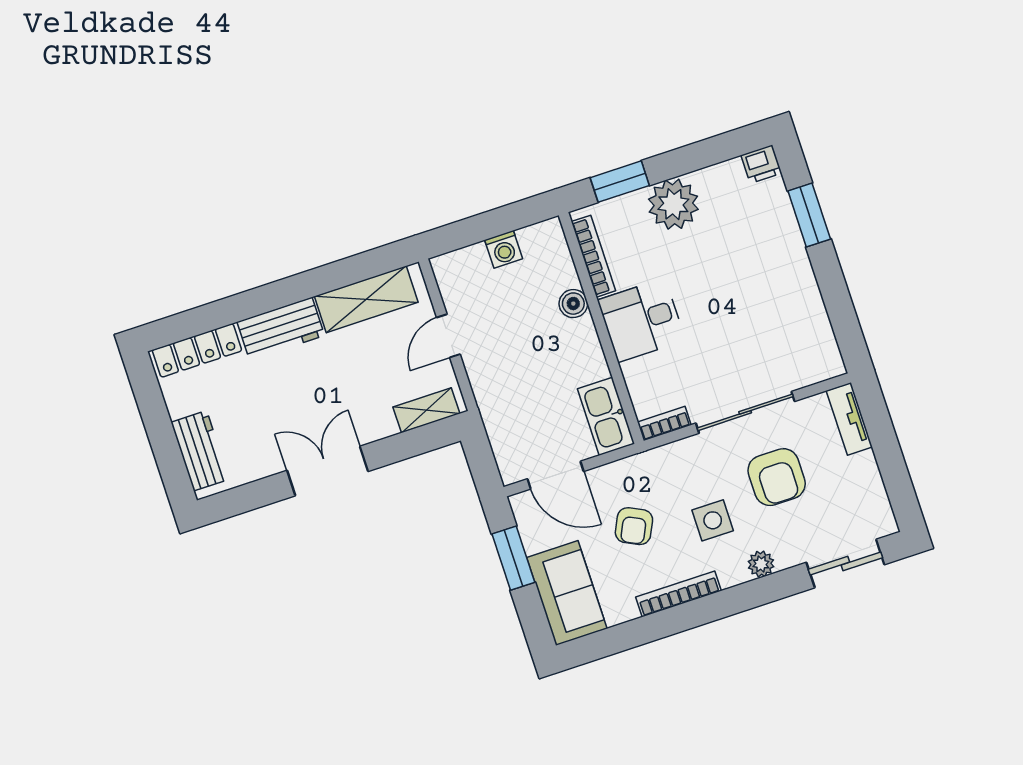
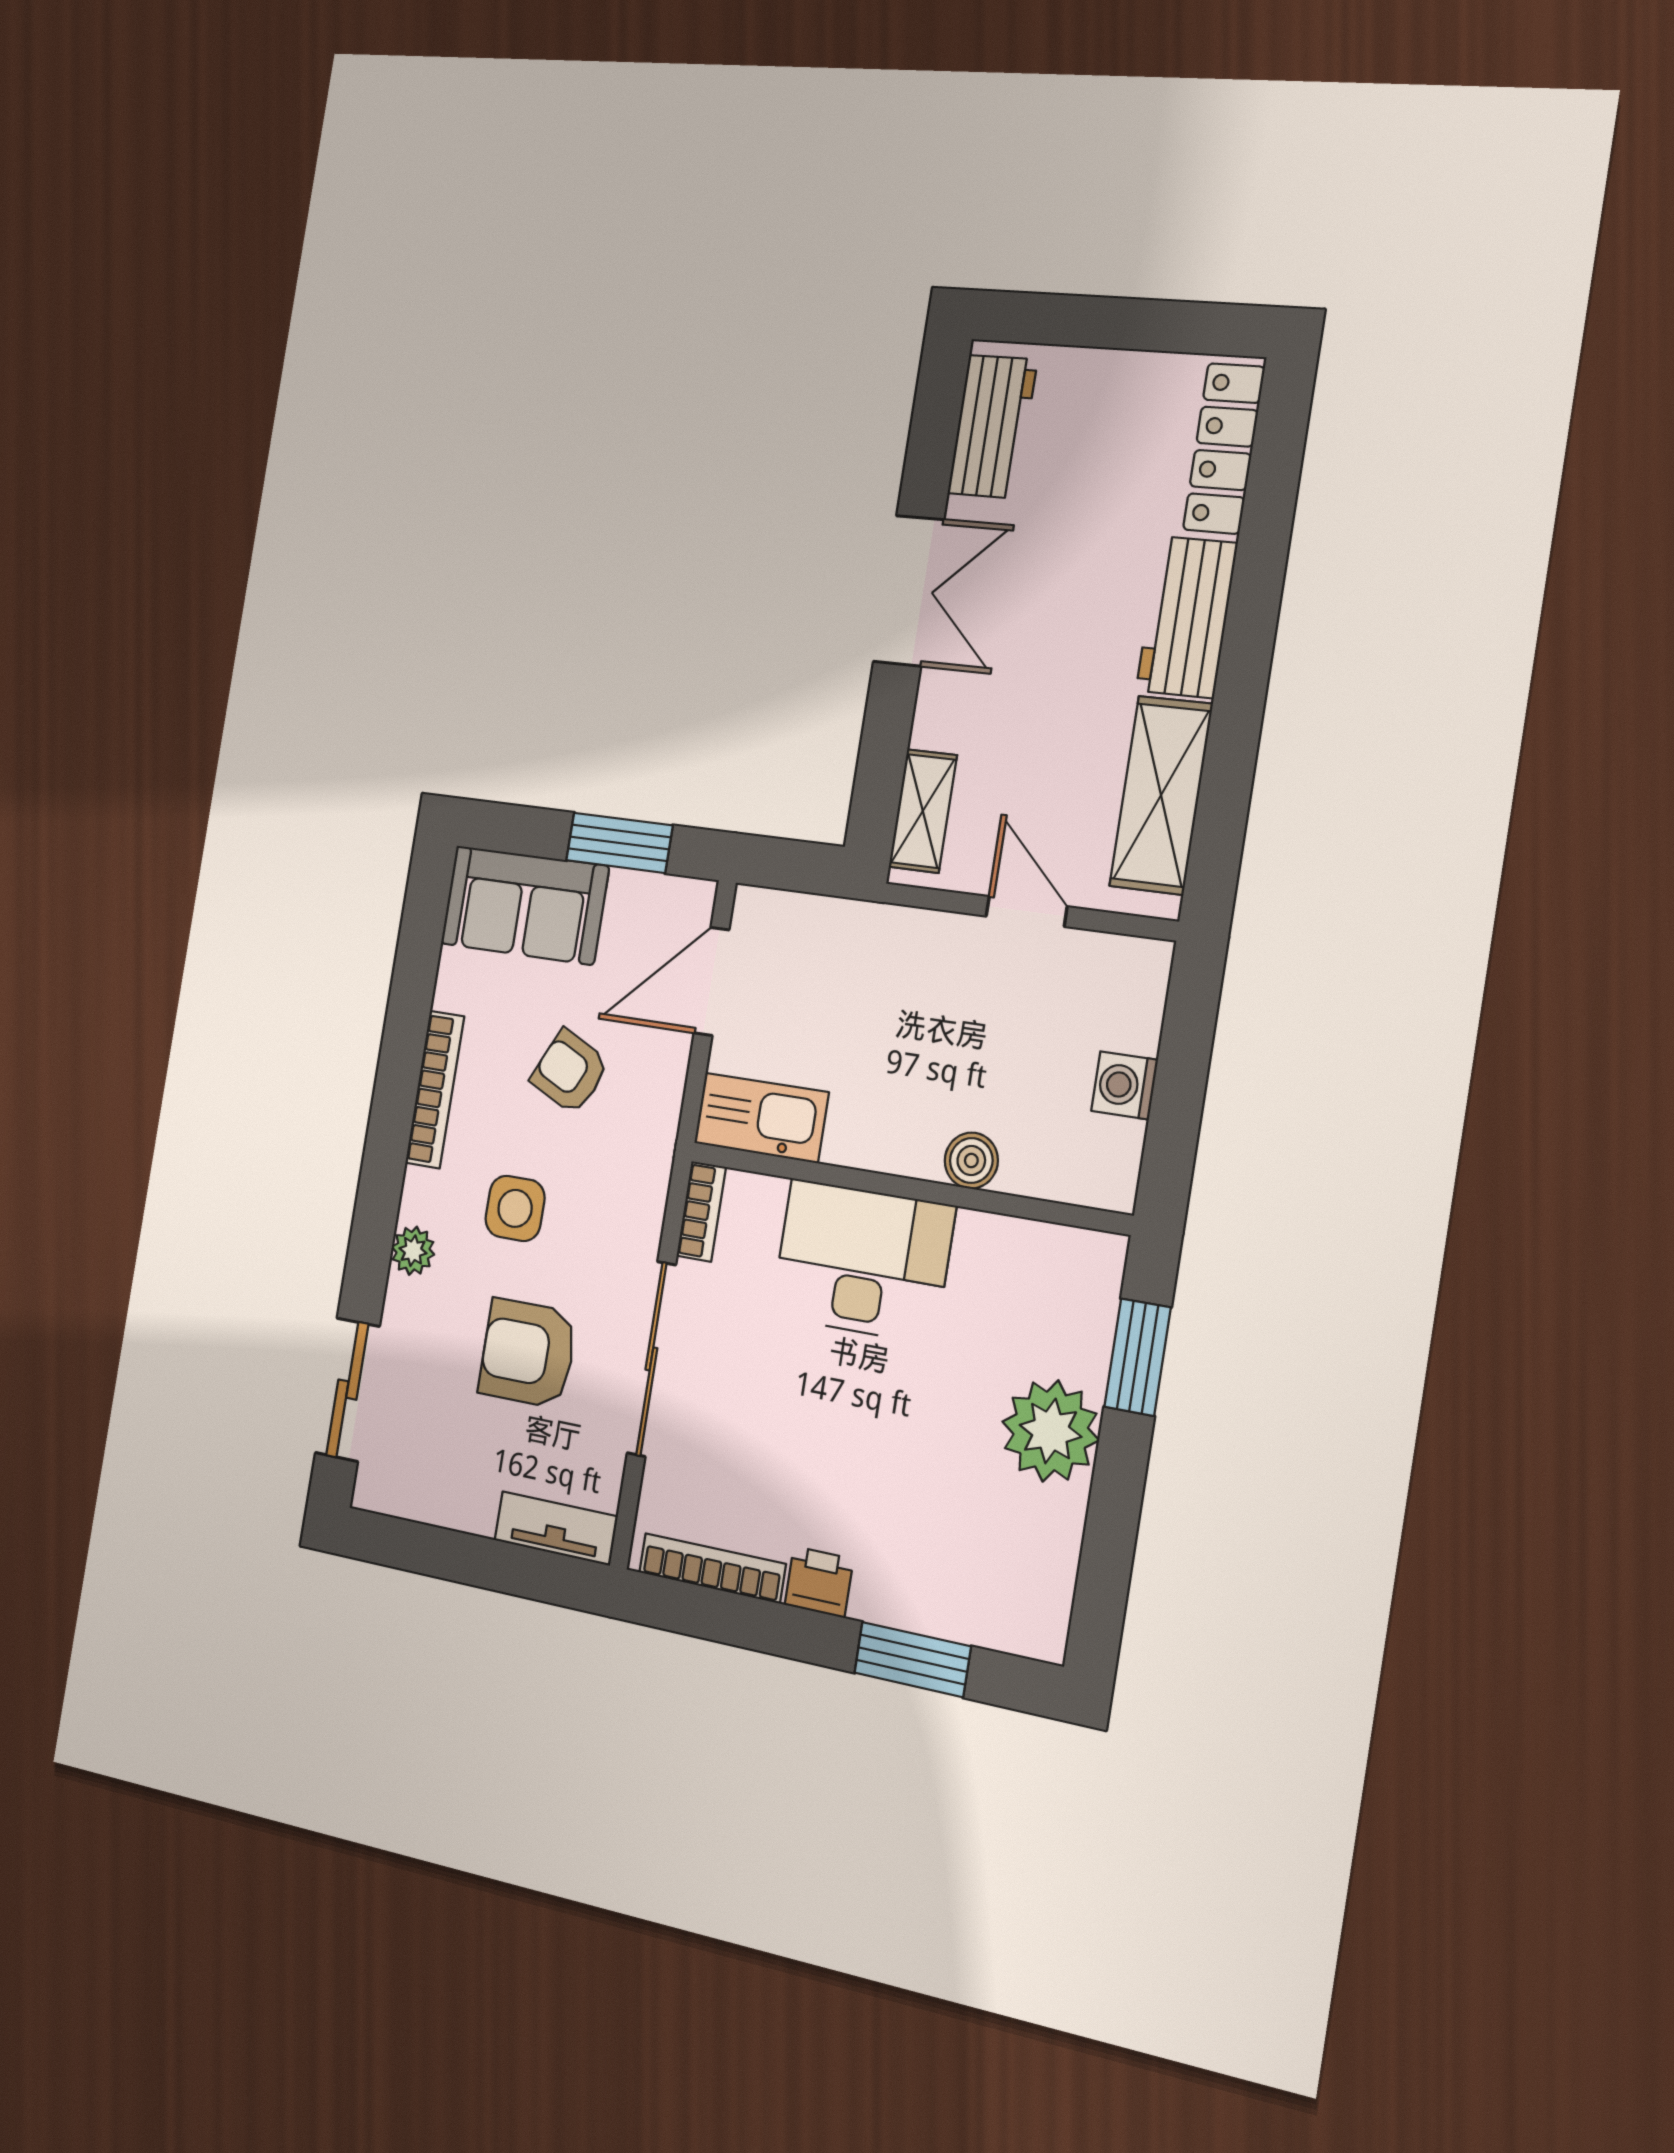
printer: (761, 164) -> (819, 1582), moved, turned 90
bookcase: (593, 256) -> (712, 1568), moved, turned 180
desk: (641, 320) -> (863, 1261), width x1.37
workbench: (200, 451) -> (993, 427), moved, turned -90

